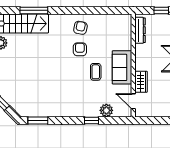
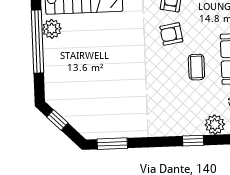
armchair: (80, 49) -> (171, 34), turned -99

